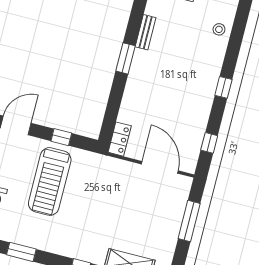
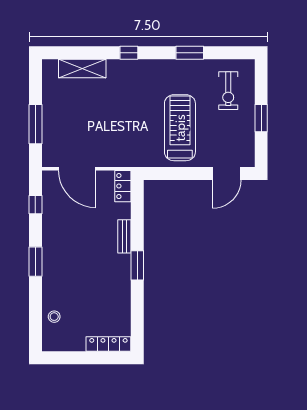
bench: (146, 32) -> (124, 236), moved
window: (223, 87) -> (35, 262), width x1.50
window: (61, 137) -> (180, 173), removed

